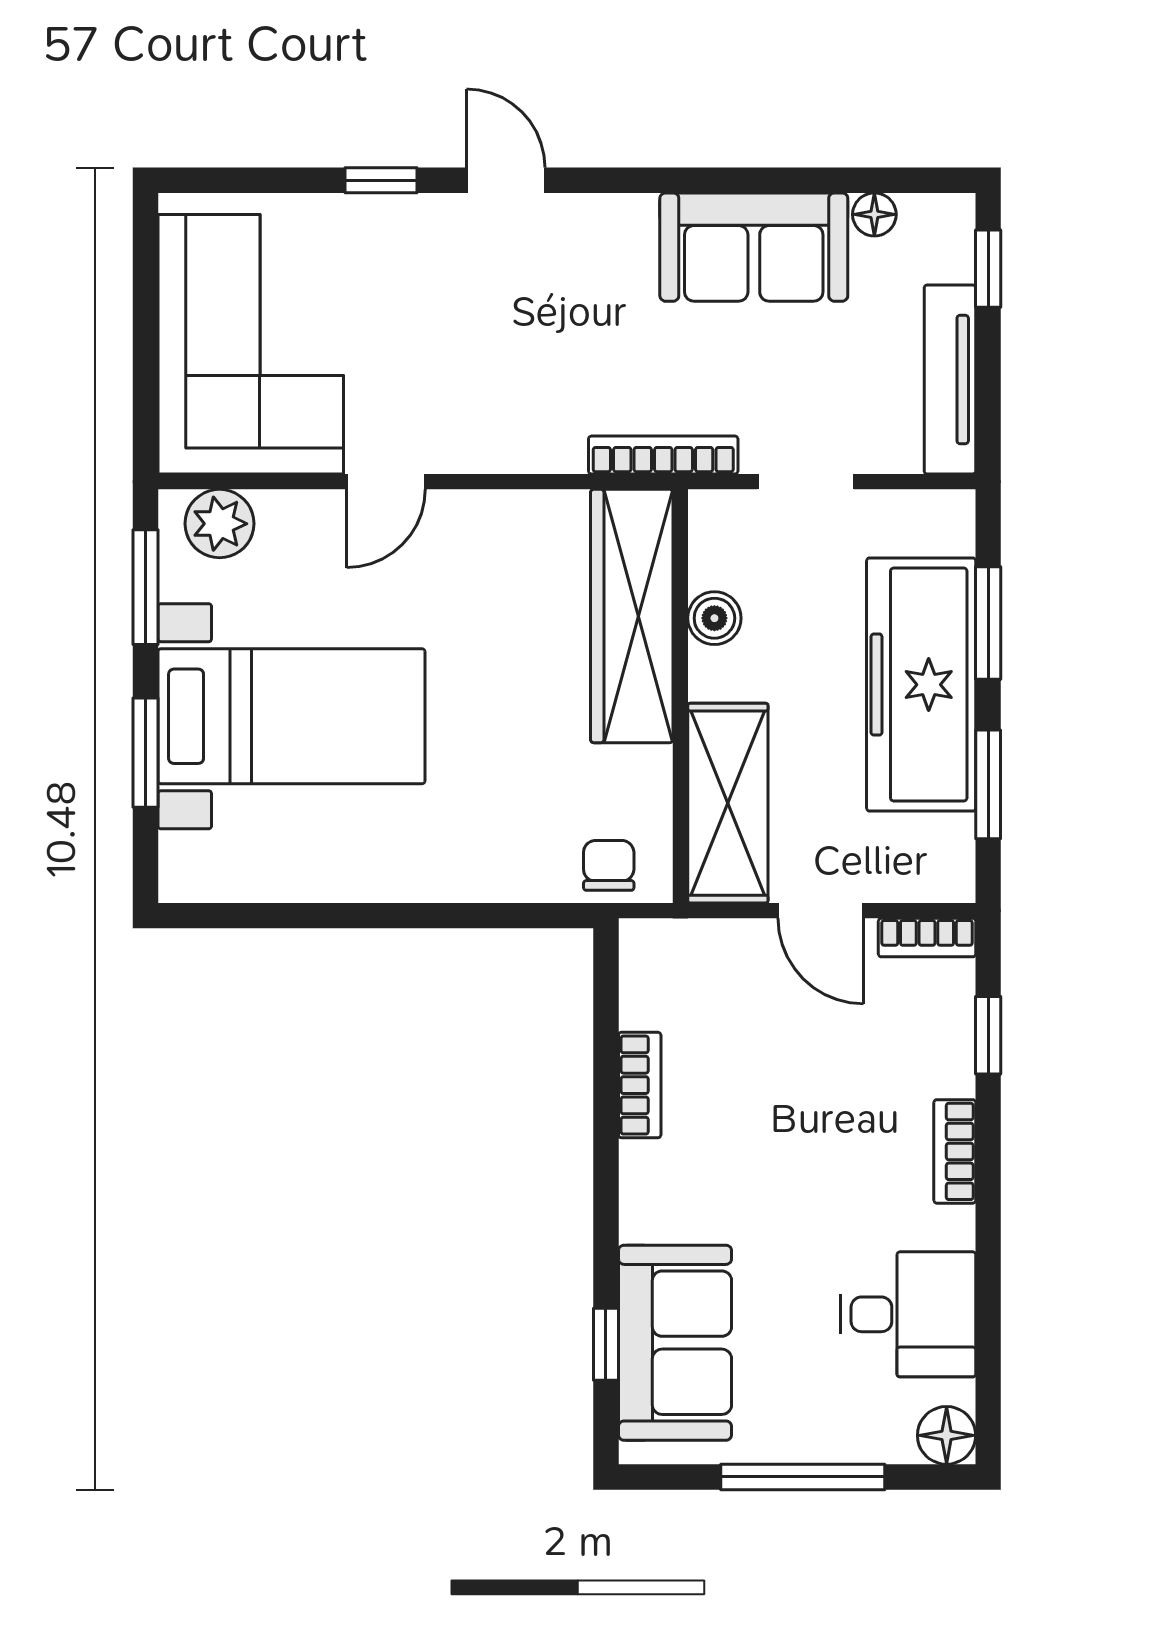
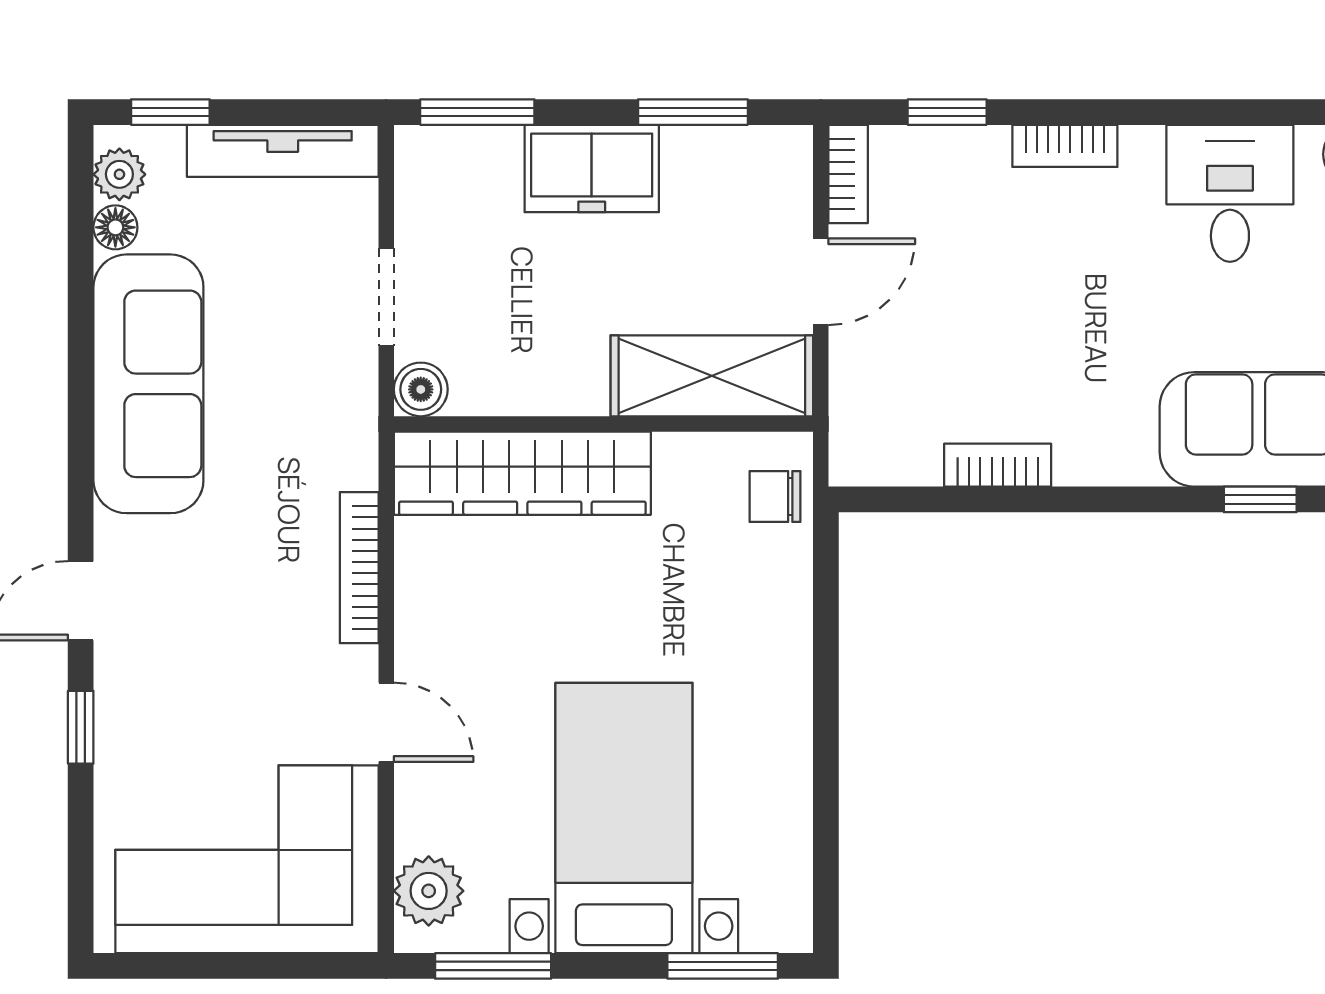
plant: (927, 218) -> (119, 174), added
sofa: (754, 247) -> (148, 384), width x1.36
bookcase: (663, 455) -> (359, 568), moved
boiler: (714, 618) -> (421, 389), moved
window: (988, 623) -> (477, 112), moved
freezer: (921, 685) -> (592, 169), width x0.52, depth x0.79
window: (145, 753) -> (723, 966), moved

